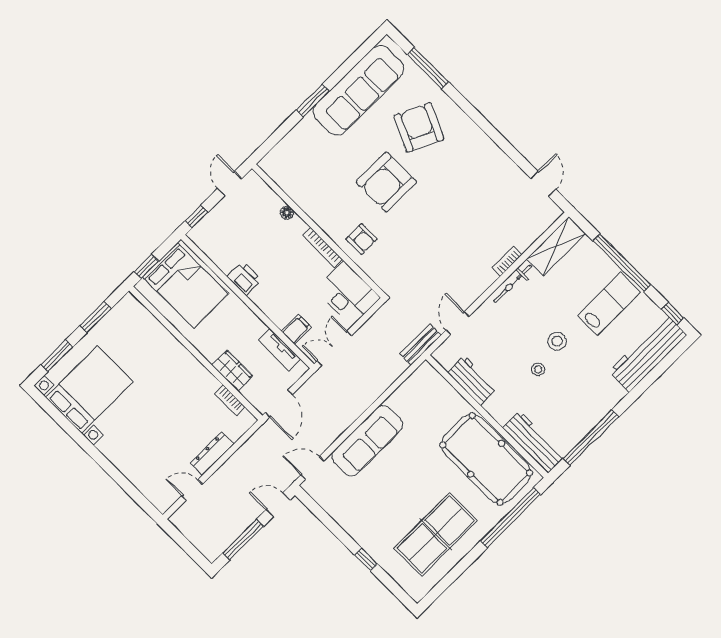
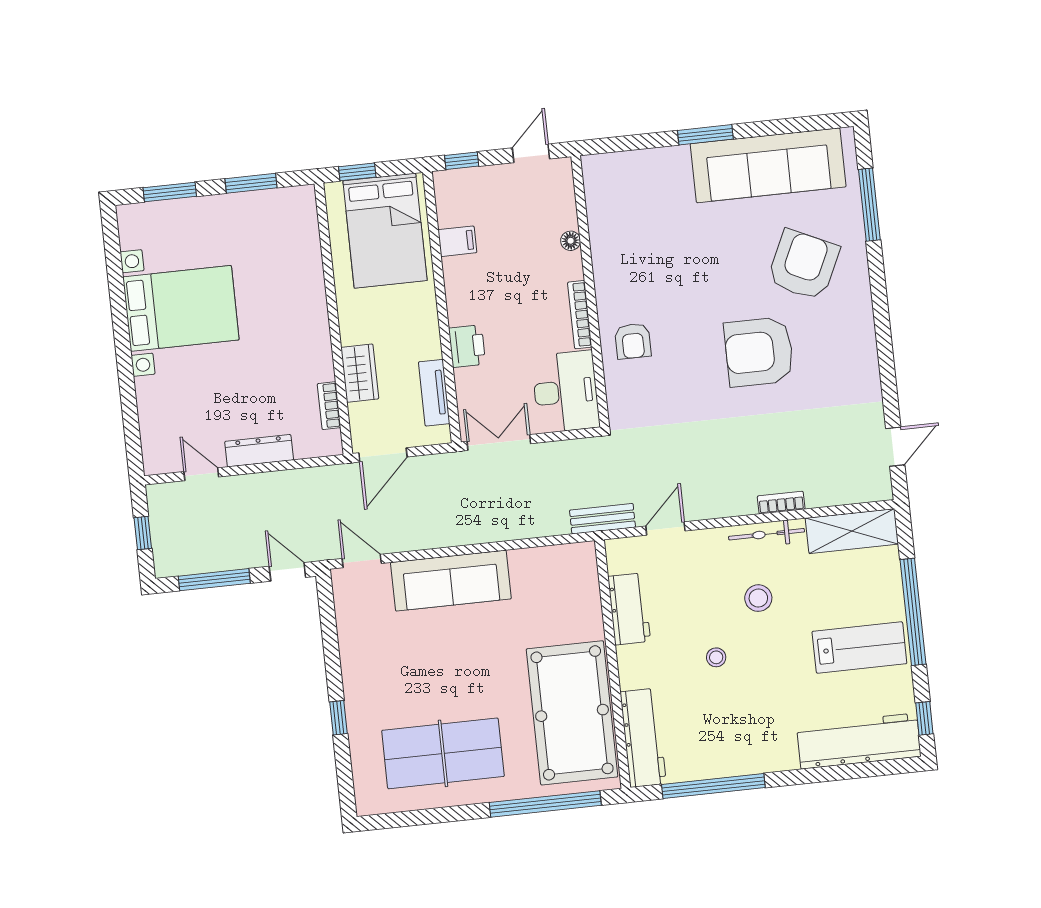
armchair: (386, 182) -> (759, 352), moved
printer: (244, 278) -> (467, 346), moved
filing cabinet: (296, 329) -> (457, 241), moved
stool: (557, 341) -> (758, 598), moved
bed with nightstands: (89, 390) -> (181, 308), moved
window: (186, 545) -> (143, 533), added

